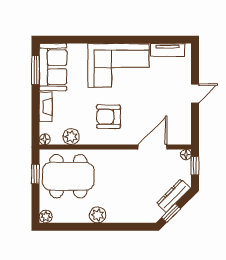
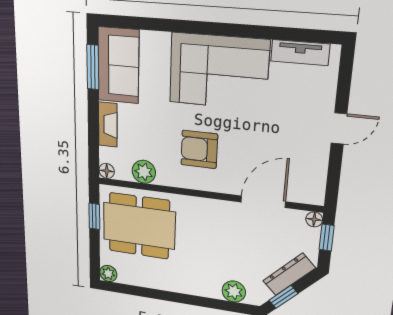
plant: (98, 215) -> (234, 291), moved

